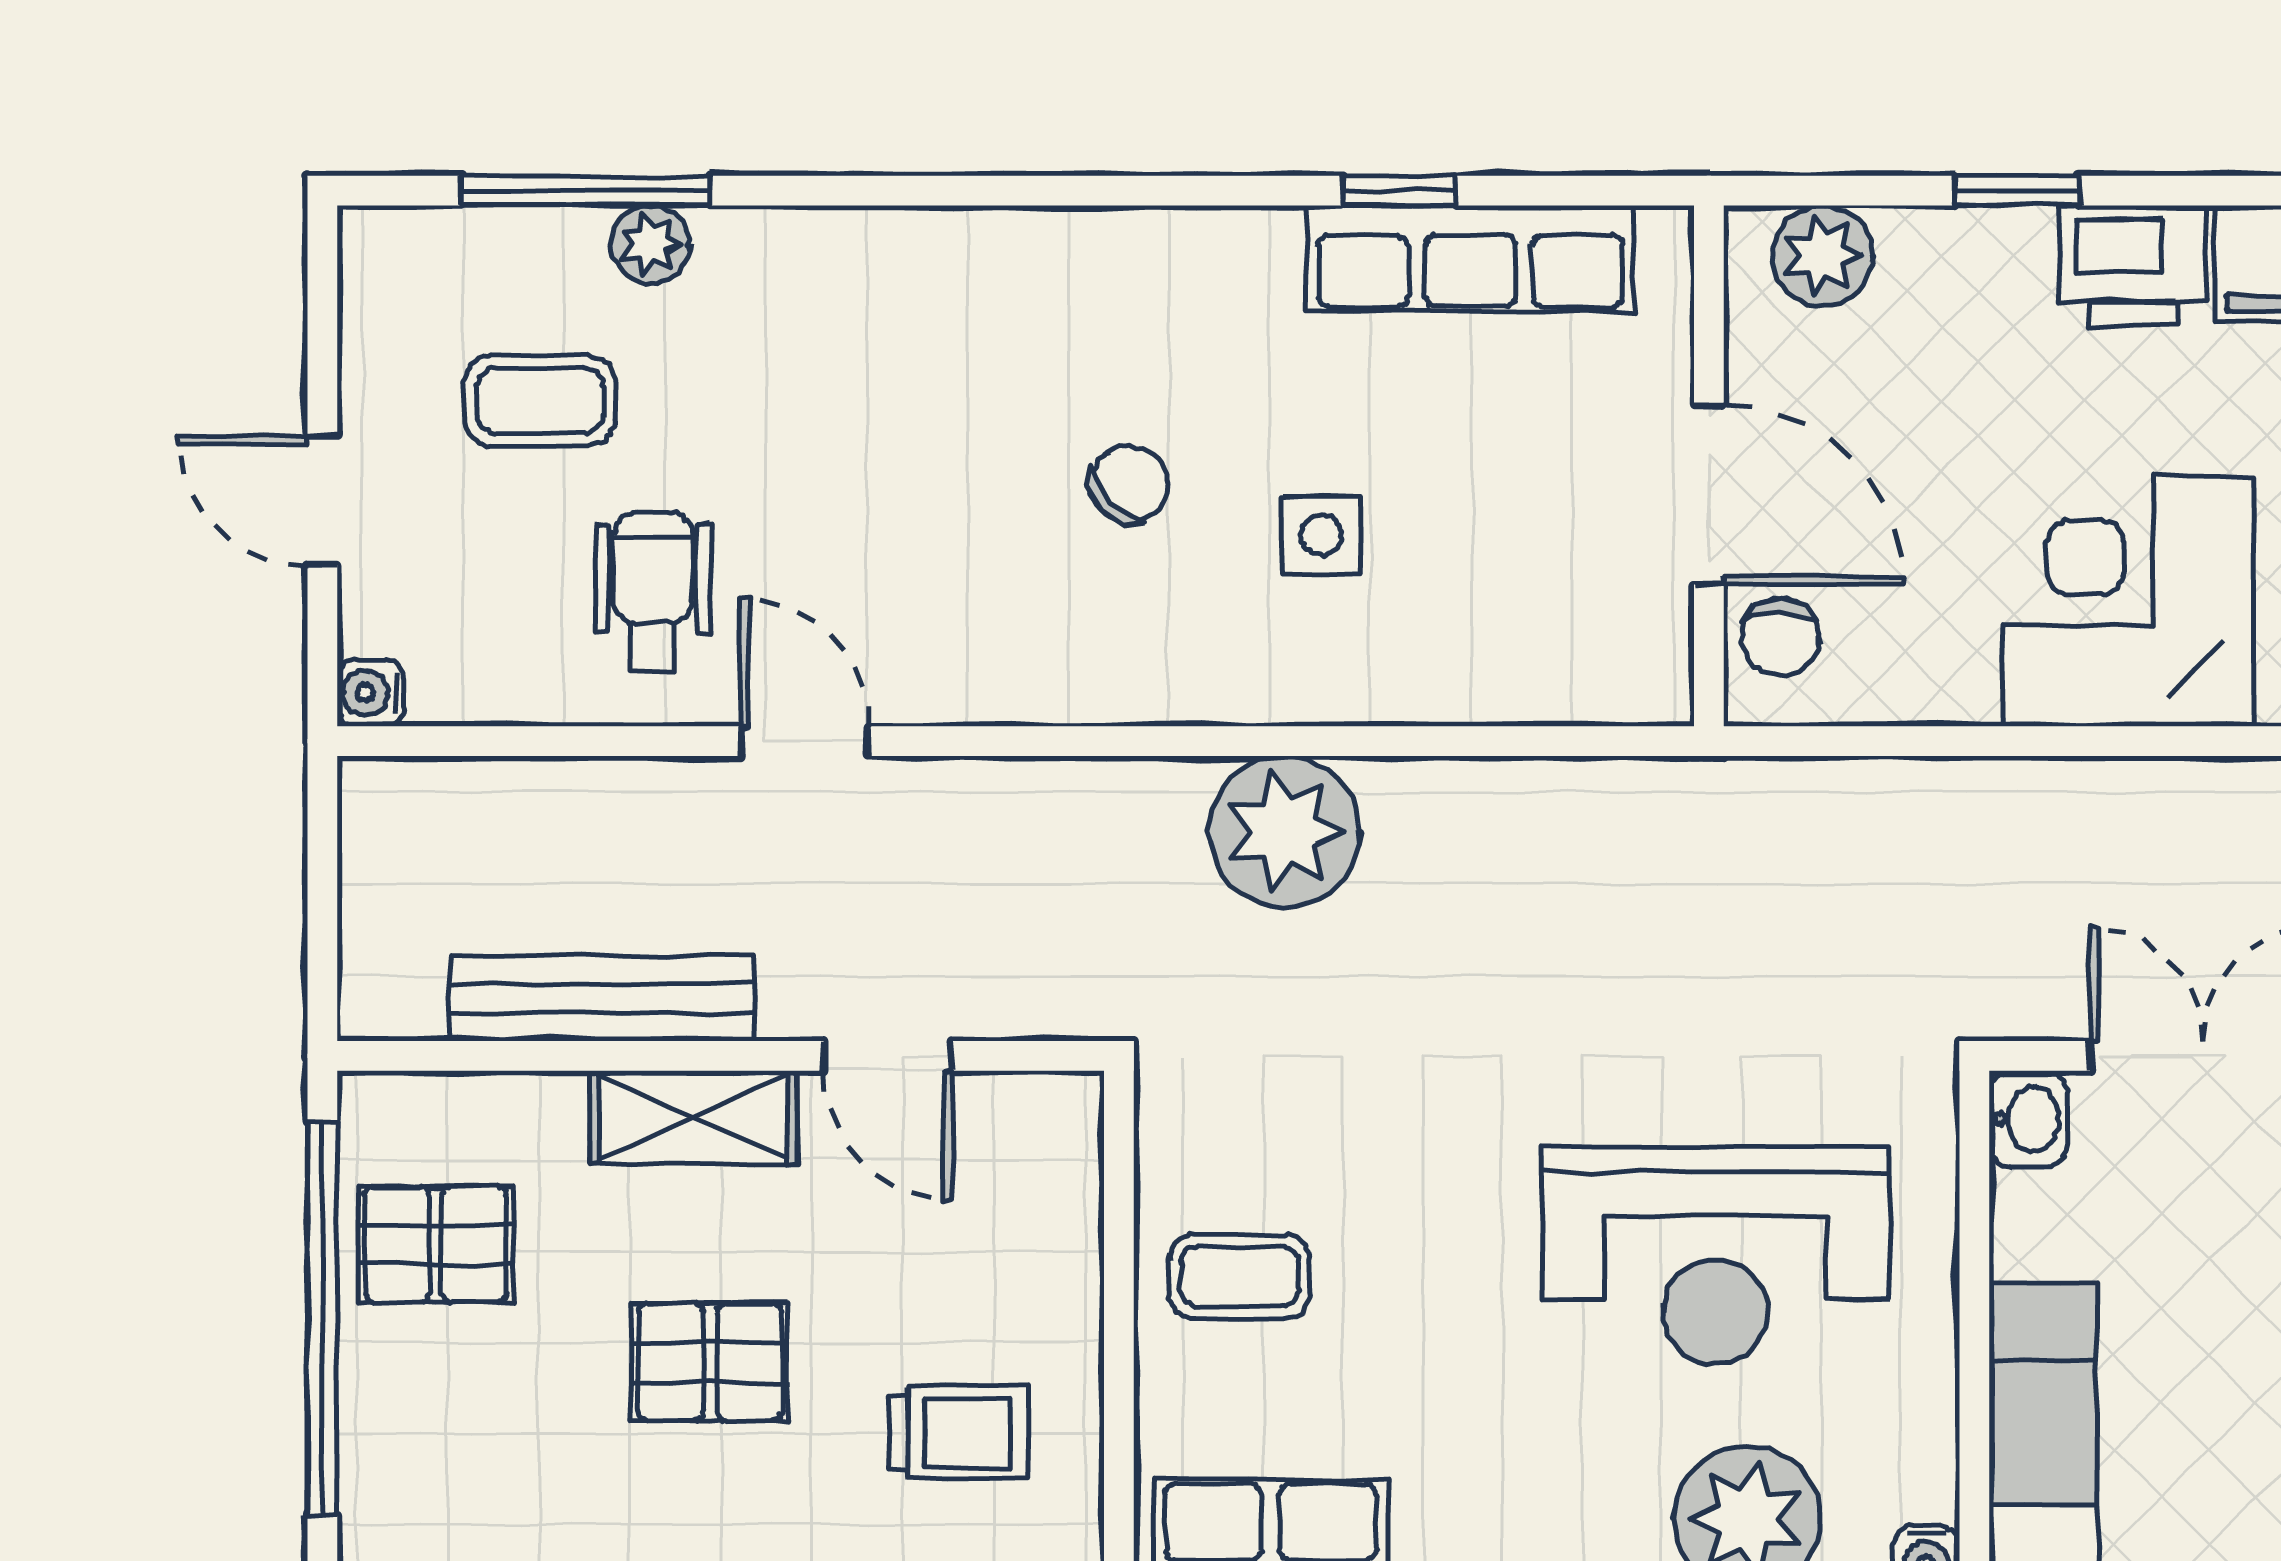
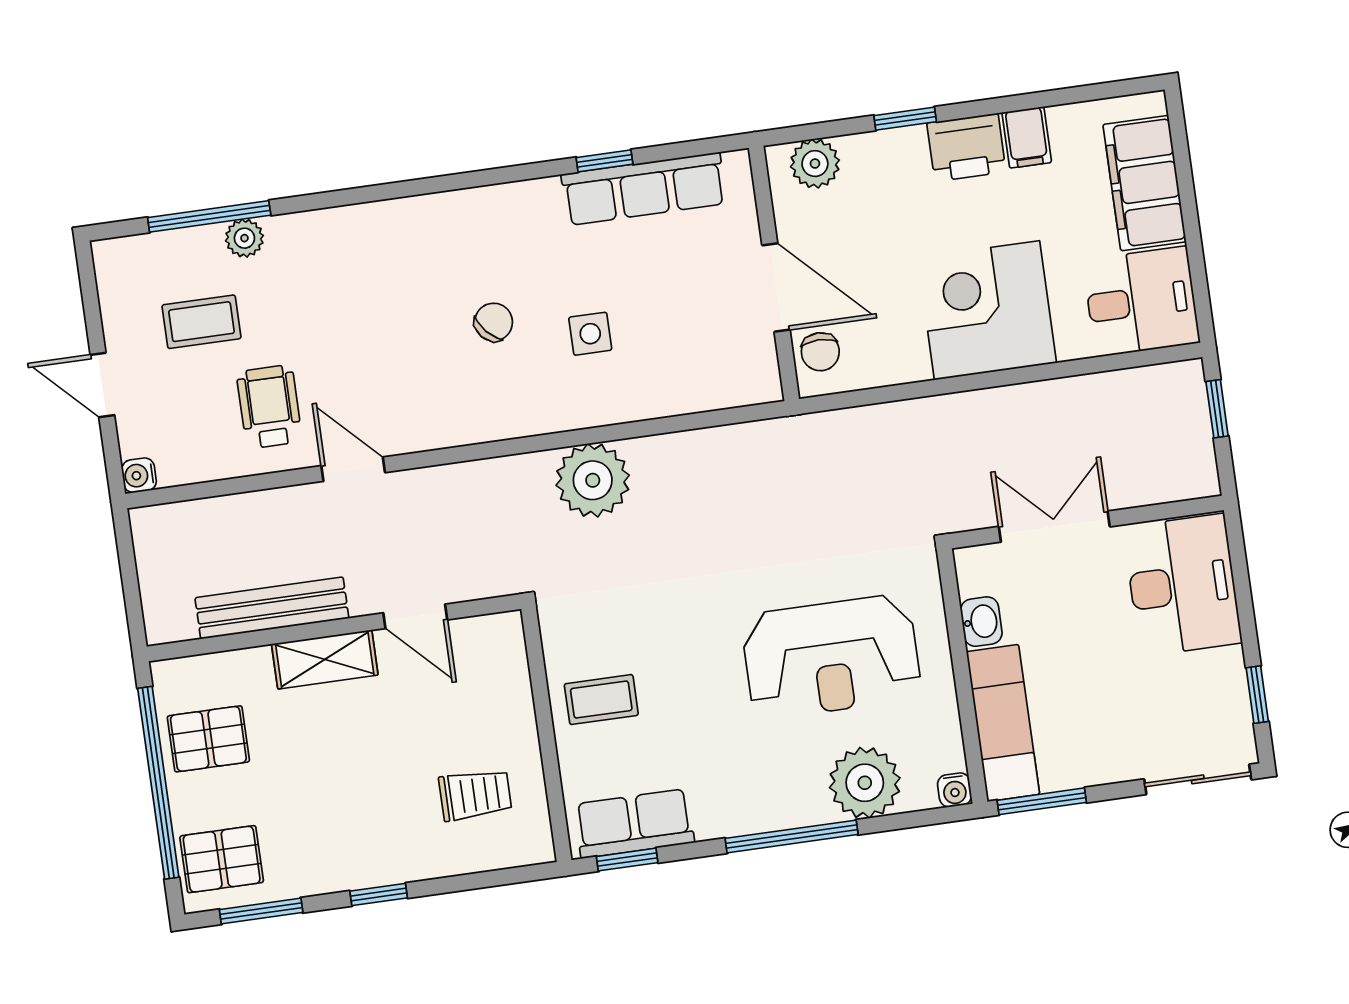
washbasin: (2028, 1119) -> (981, 622), moved
pallet: (710, 1362) -> (222, 859), moved

